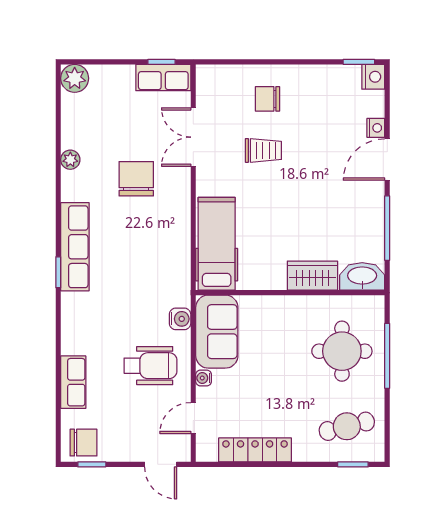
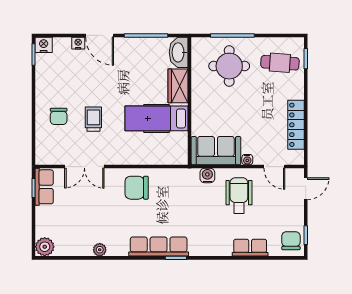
chair: (136, 179) -> (137, 188), moved
hospital bed: (217, 244) -> (157, 118), moved
cafe table: (347, 426) -> (280, 63), turned -72

